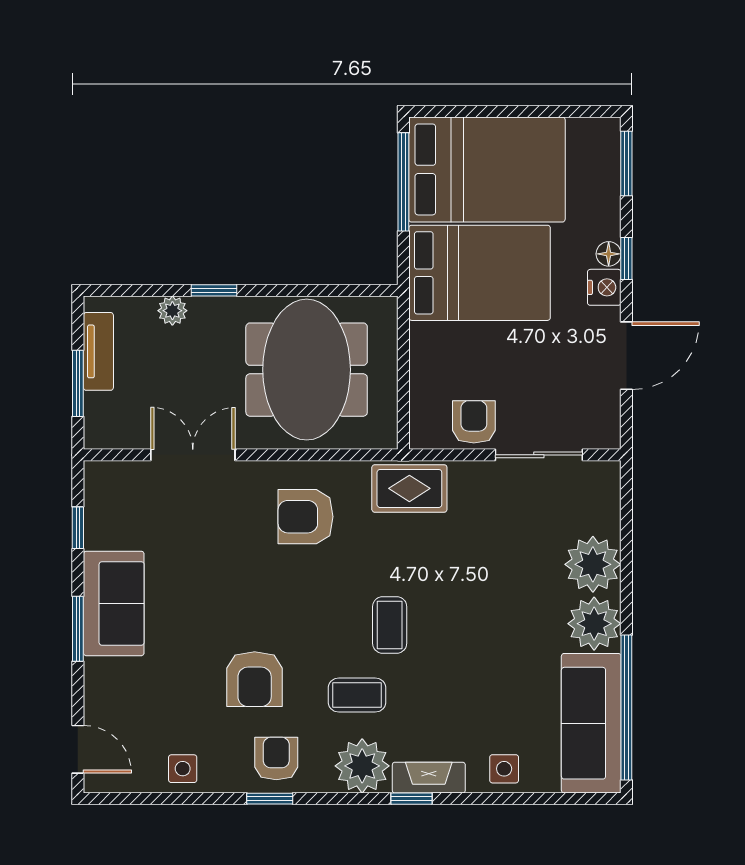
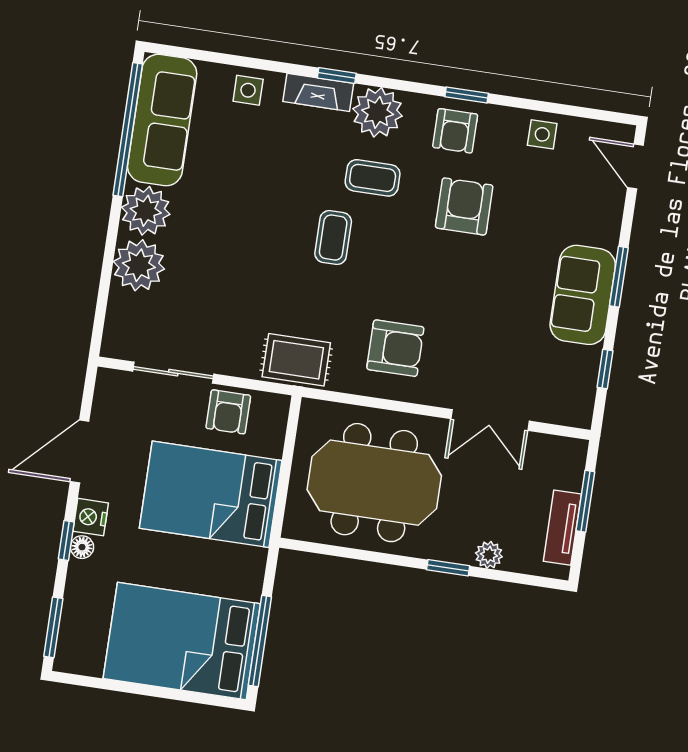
bed: (480, 273) -> (211, 494), moved
meeting table: (307, 370) -> (374, 483), turned 90

